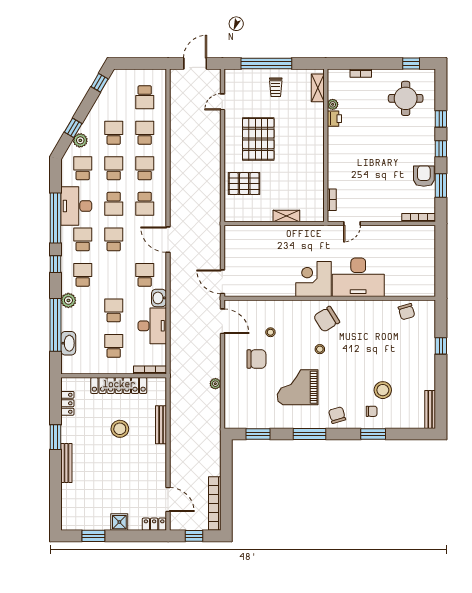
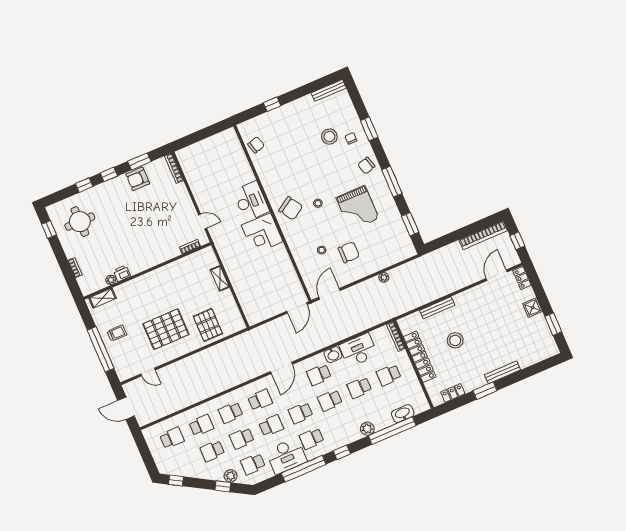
school desk: (145, 133) -> (201, 425), turned 180
school desk: (83, 275) -> (330, 400), moved
desk: (358, 277) -> (251, 201), width x0.73, depth x0.77
chair: (256, 359) -> (349, 252), turned 90

